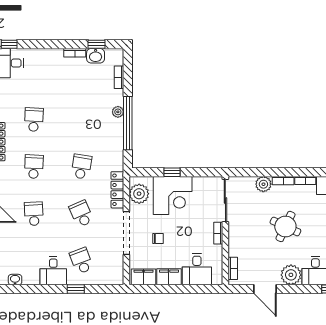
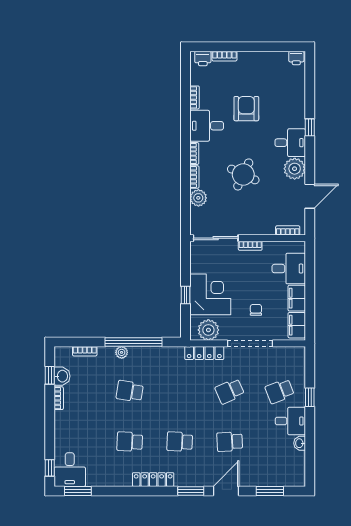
school desk: (81, 167) -> (130, 391), moved
washbasin: (15, 280) -> (300, 443), moved

